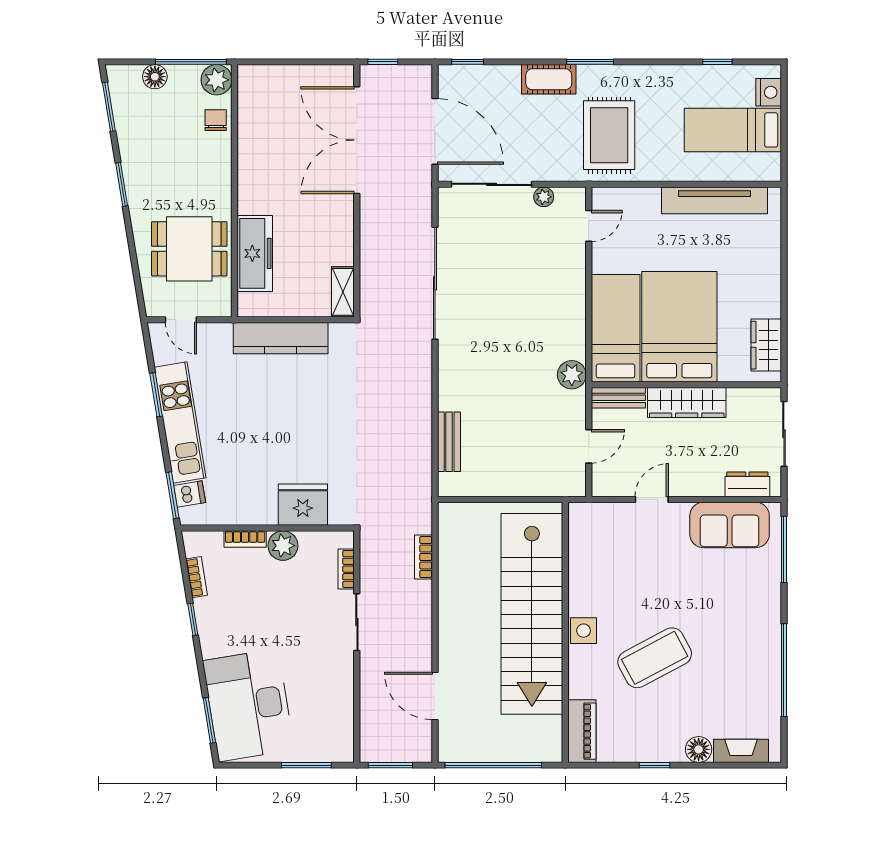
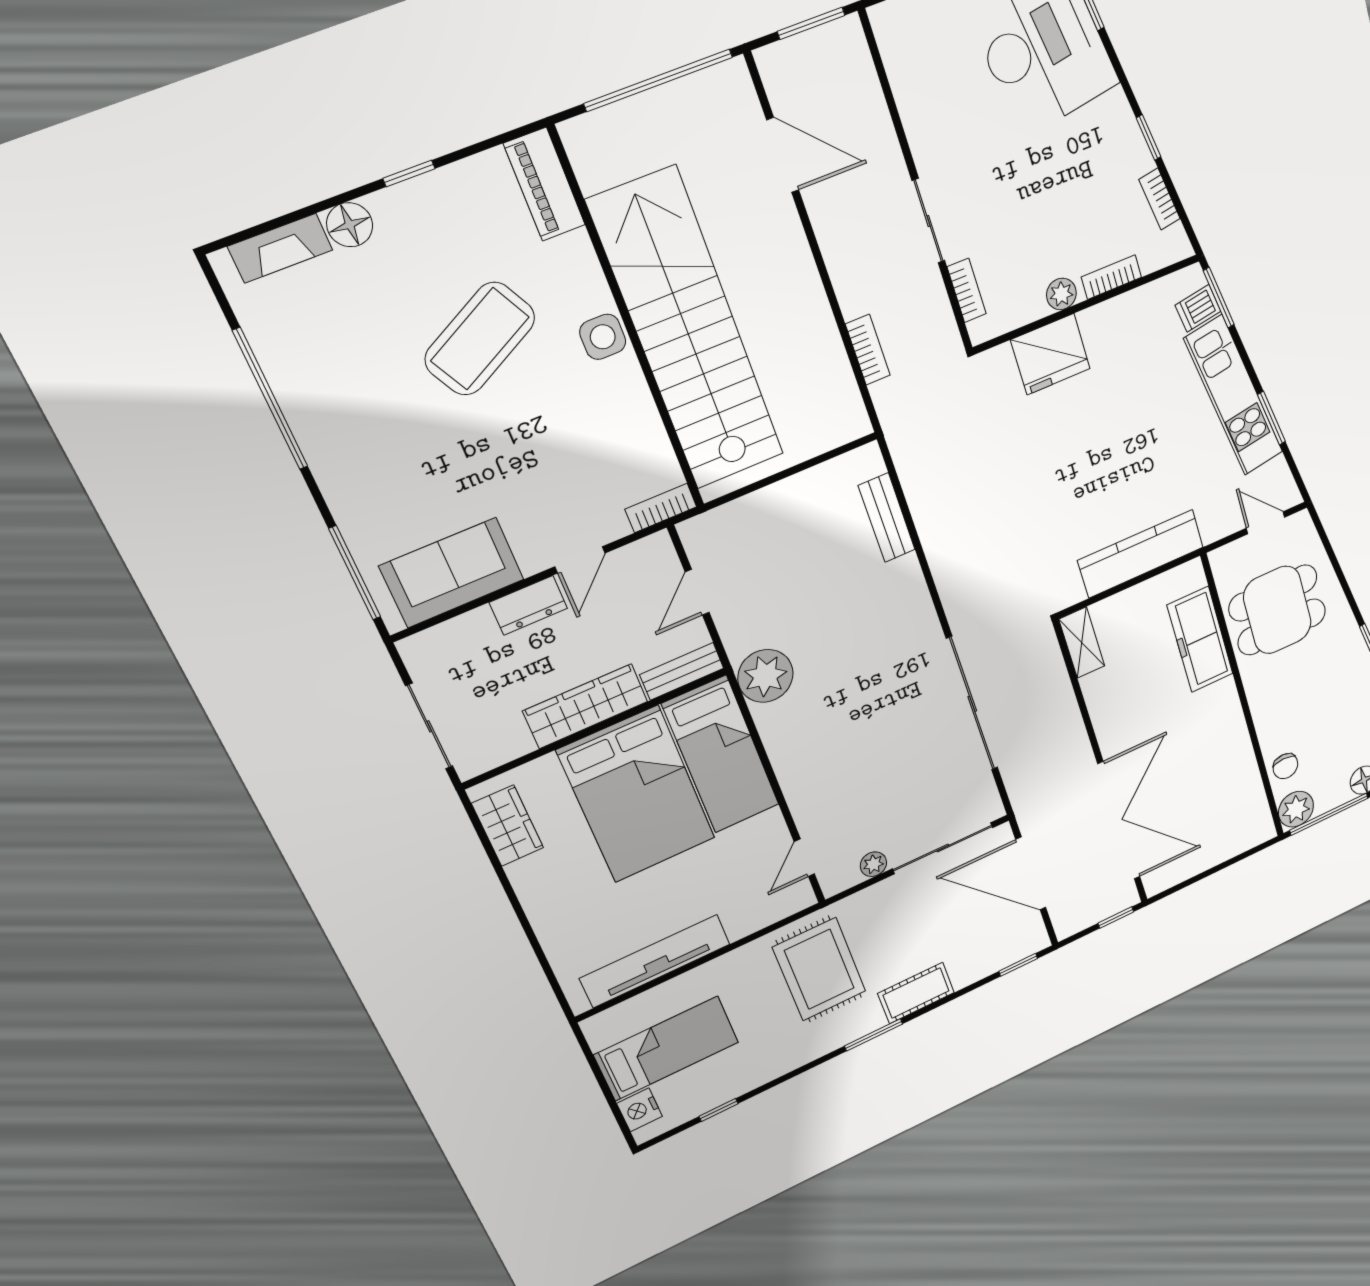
plant: (572, 375) -> (765, 676), width x1.36, depth x1.36
dresser: (747, 484) -> (528, 605), moved
bookcase: (590, 511) -> (661, 508), added
plant: (283, 546) -> (1061, 294), width x0.73, depth x0.73

